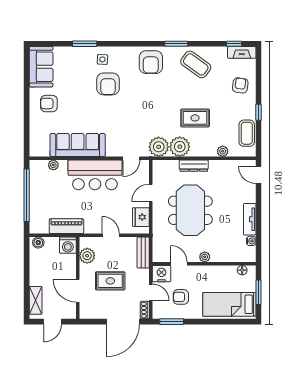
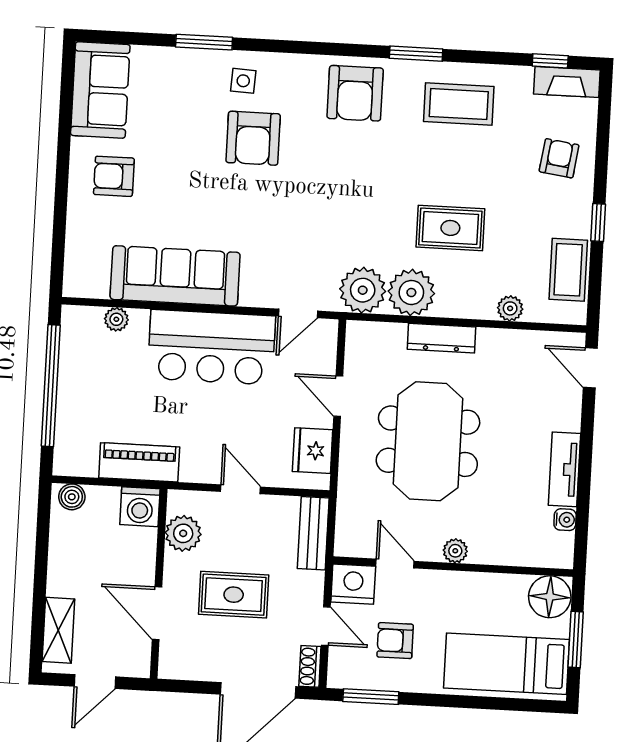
coffee table: (196, 64) -> (459, 104), turned -36
door: (151, 193) -> (338, 396), hinge flipped
floor lamp: (242, 270) -> (550, 597), width x1.89, depth x1.89

